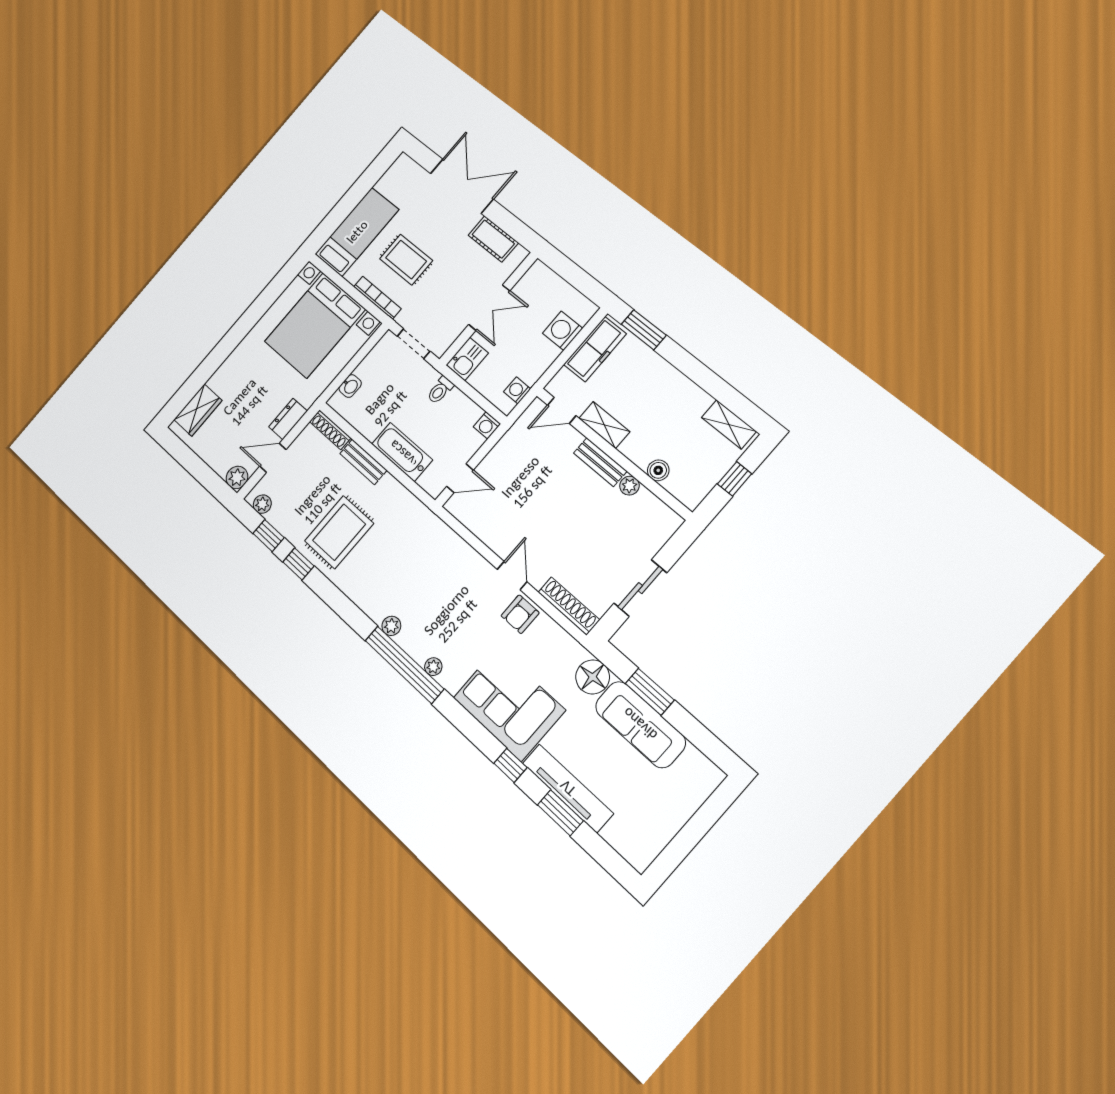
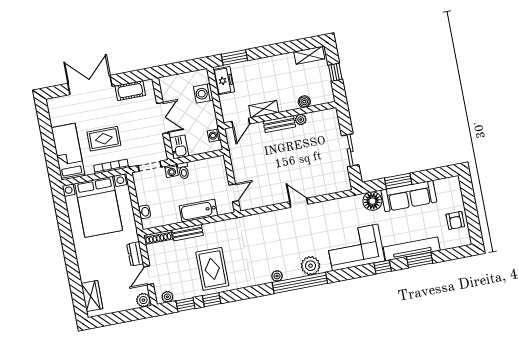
freezer: (595, 349) -> (224, 81), width x0.71
washing machine: (487, 425) -> (171, 171), moved
shoe rack: (569, 606) -> (333, 188), removed
armchair: (520, 614) -> (455, 220), moved
plant: (433, 667) -> (311, 266), width x1.88, depth x1.88

